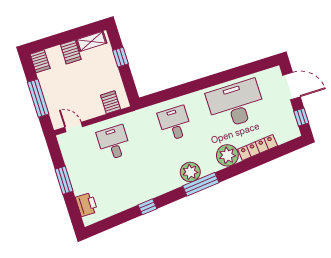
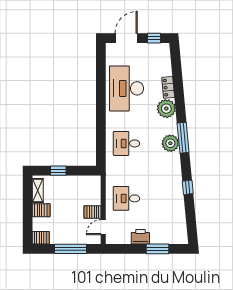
server rack: (111, 102) -> (93, 212), moved
locker: (258, 147) -> (168, 87), width x0.66
window: (64, 180) -> (158, 249), moved
printer: (86, 204) -> (140, 237), moved

